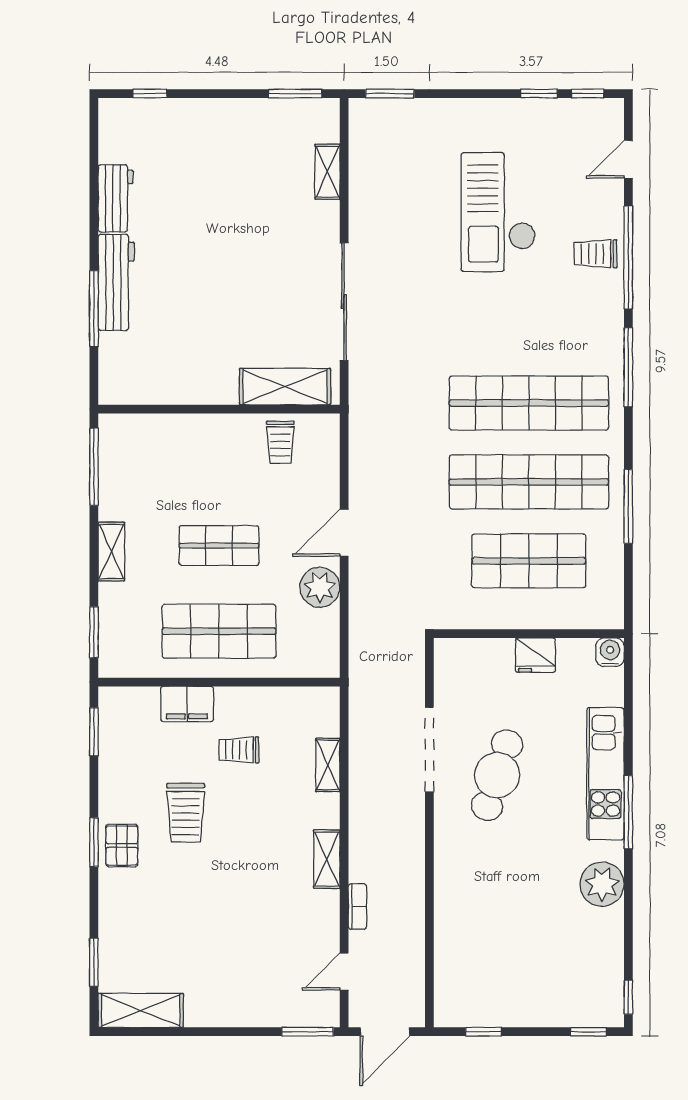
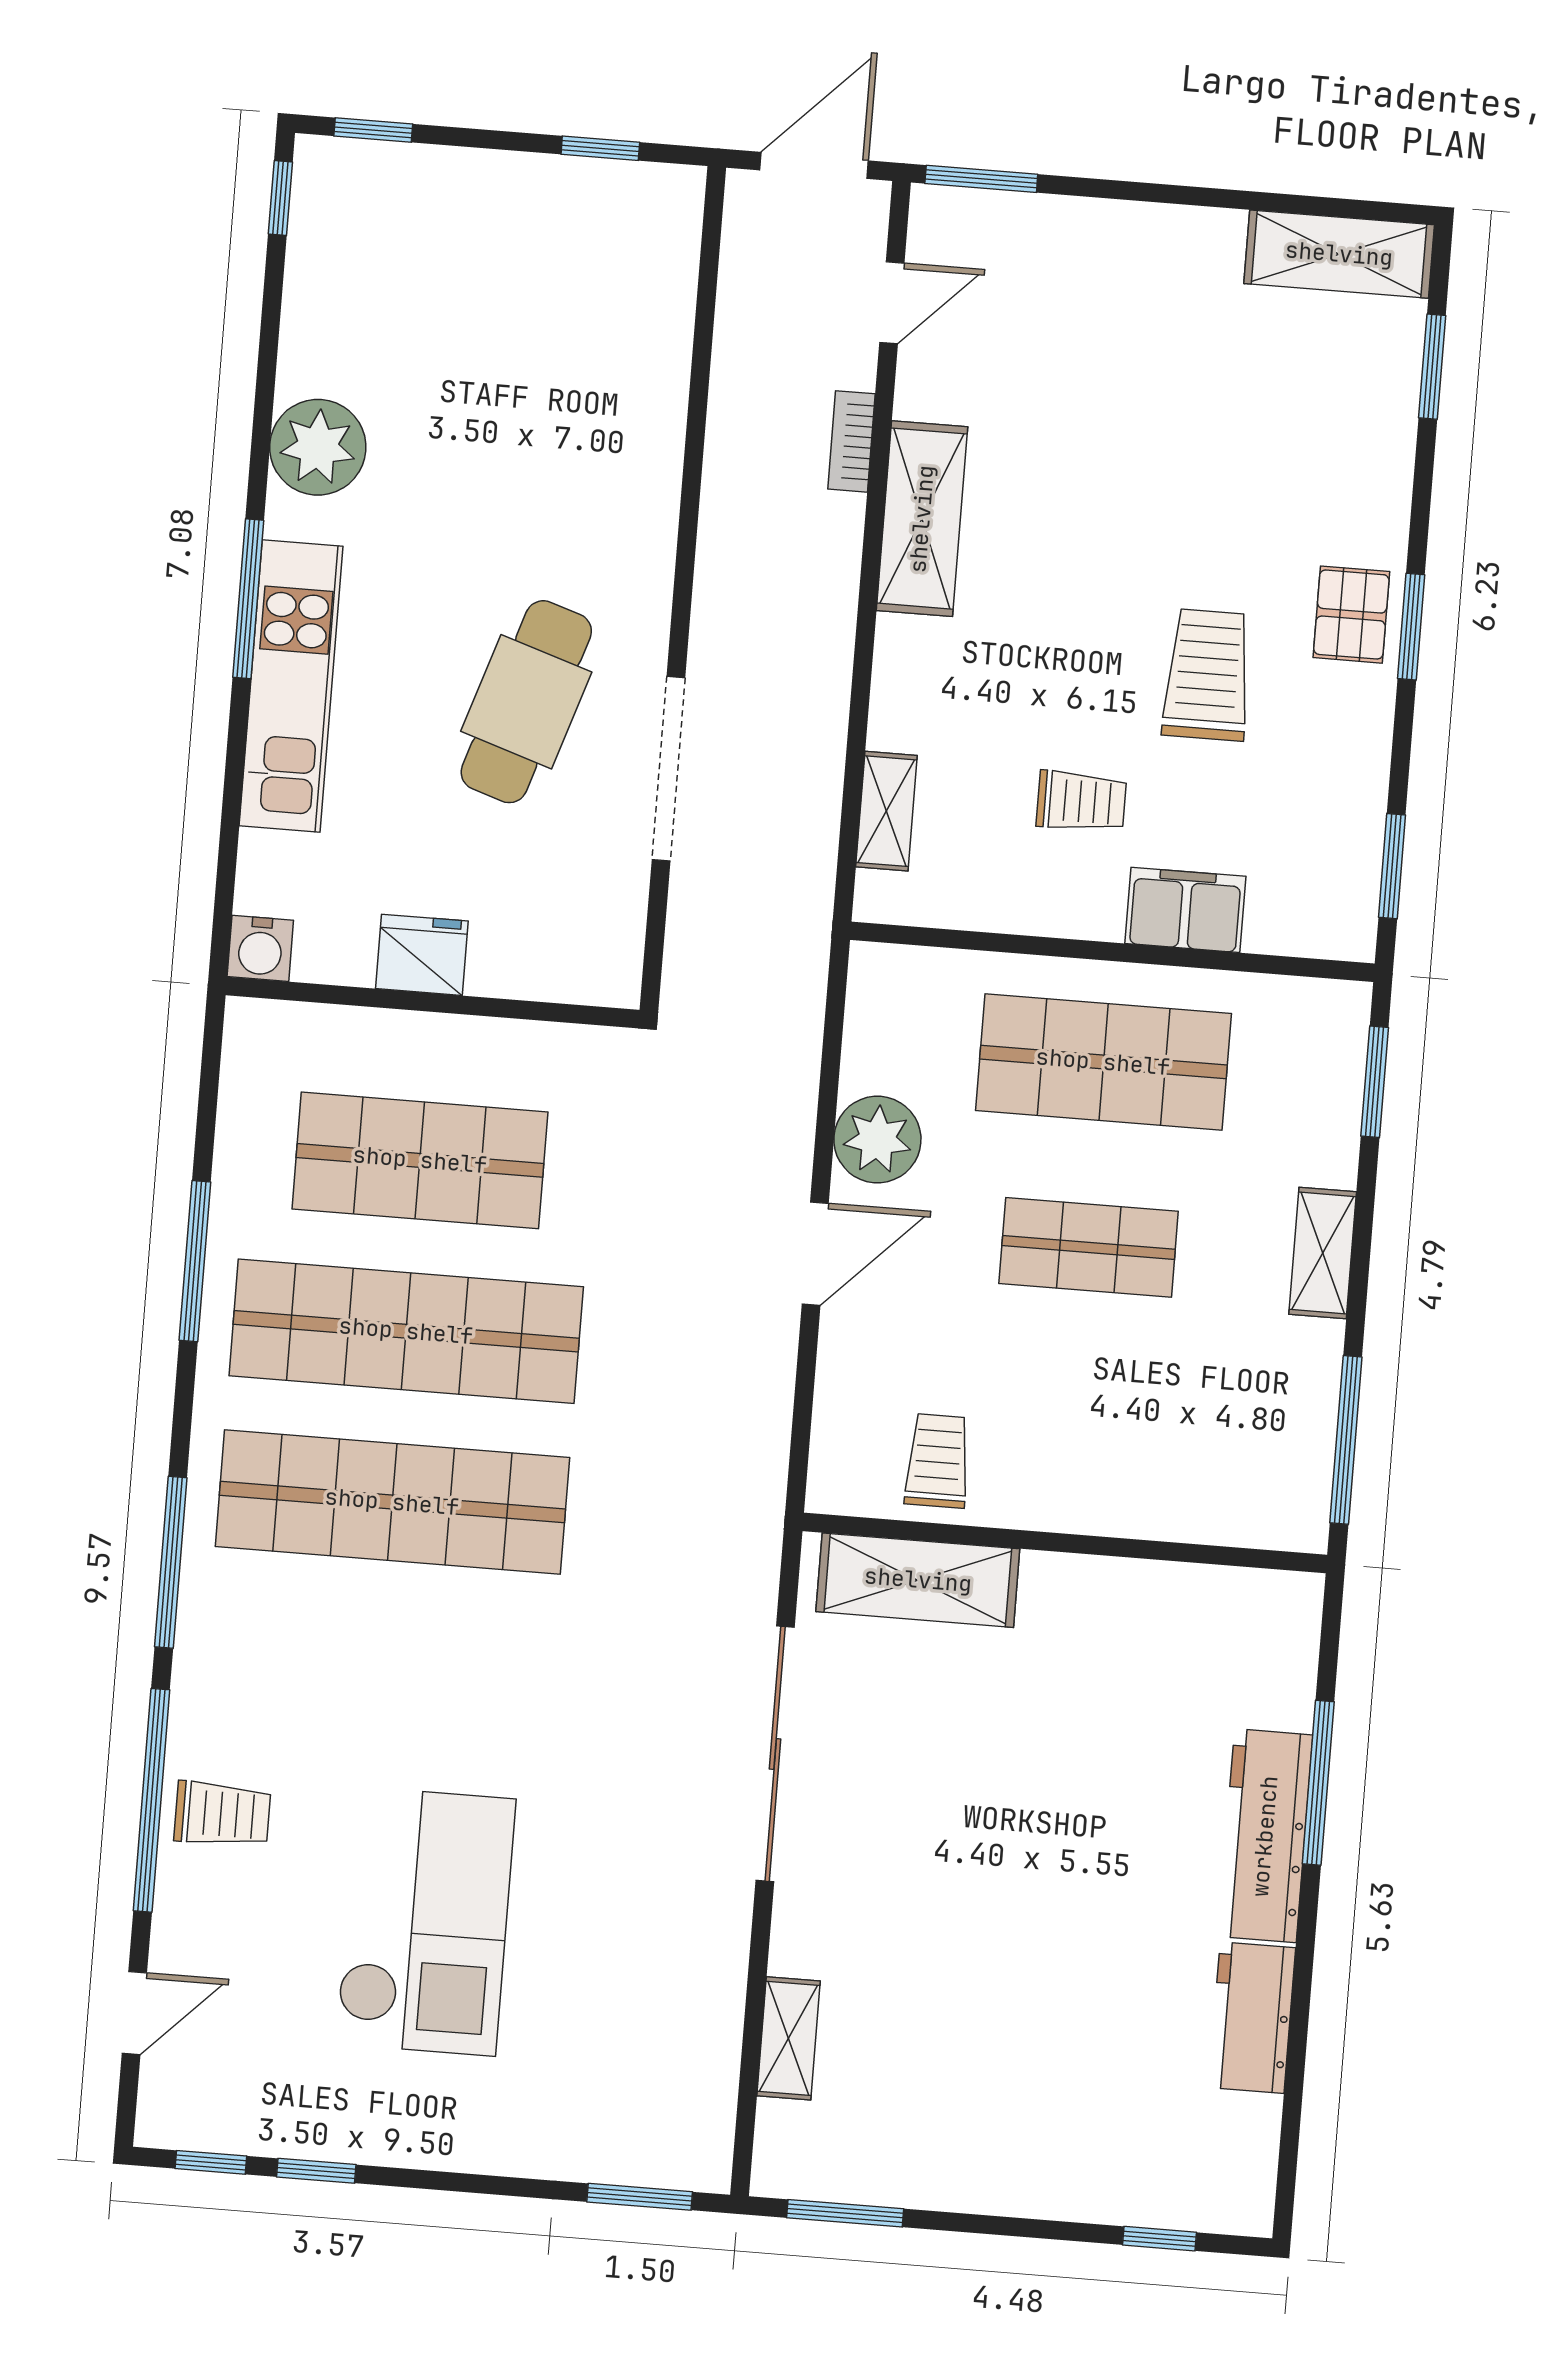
shelving: (328, 765) -> (886, 811), moved
shelving: (327, 859) -> (922, 519), width x1.50, depth x1.33

